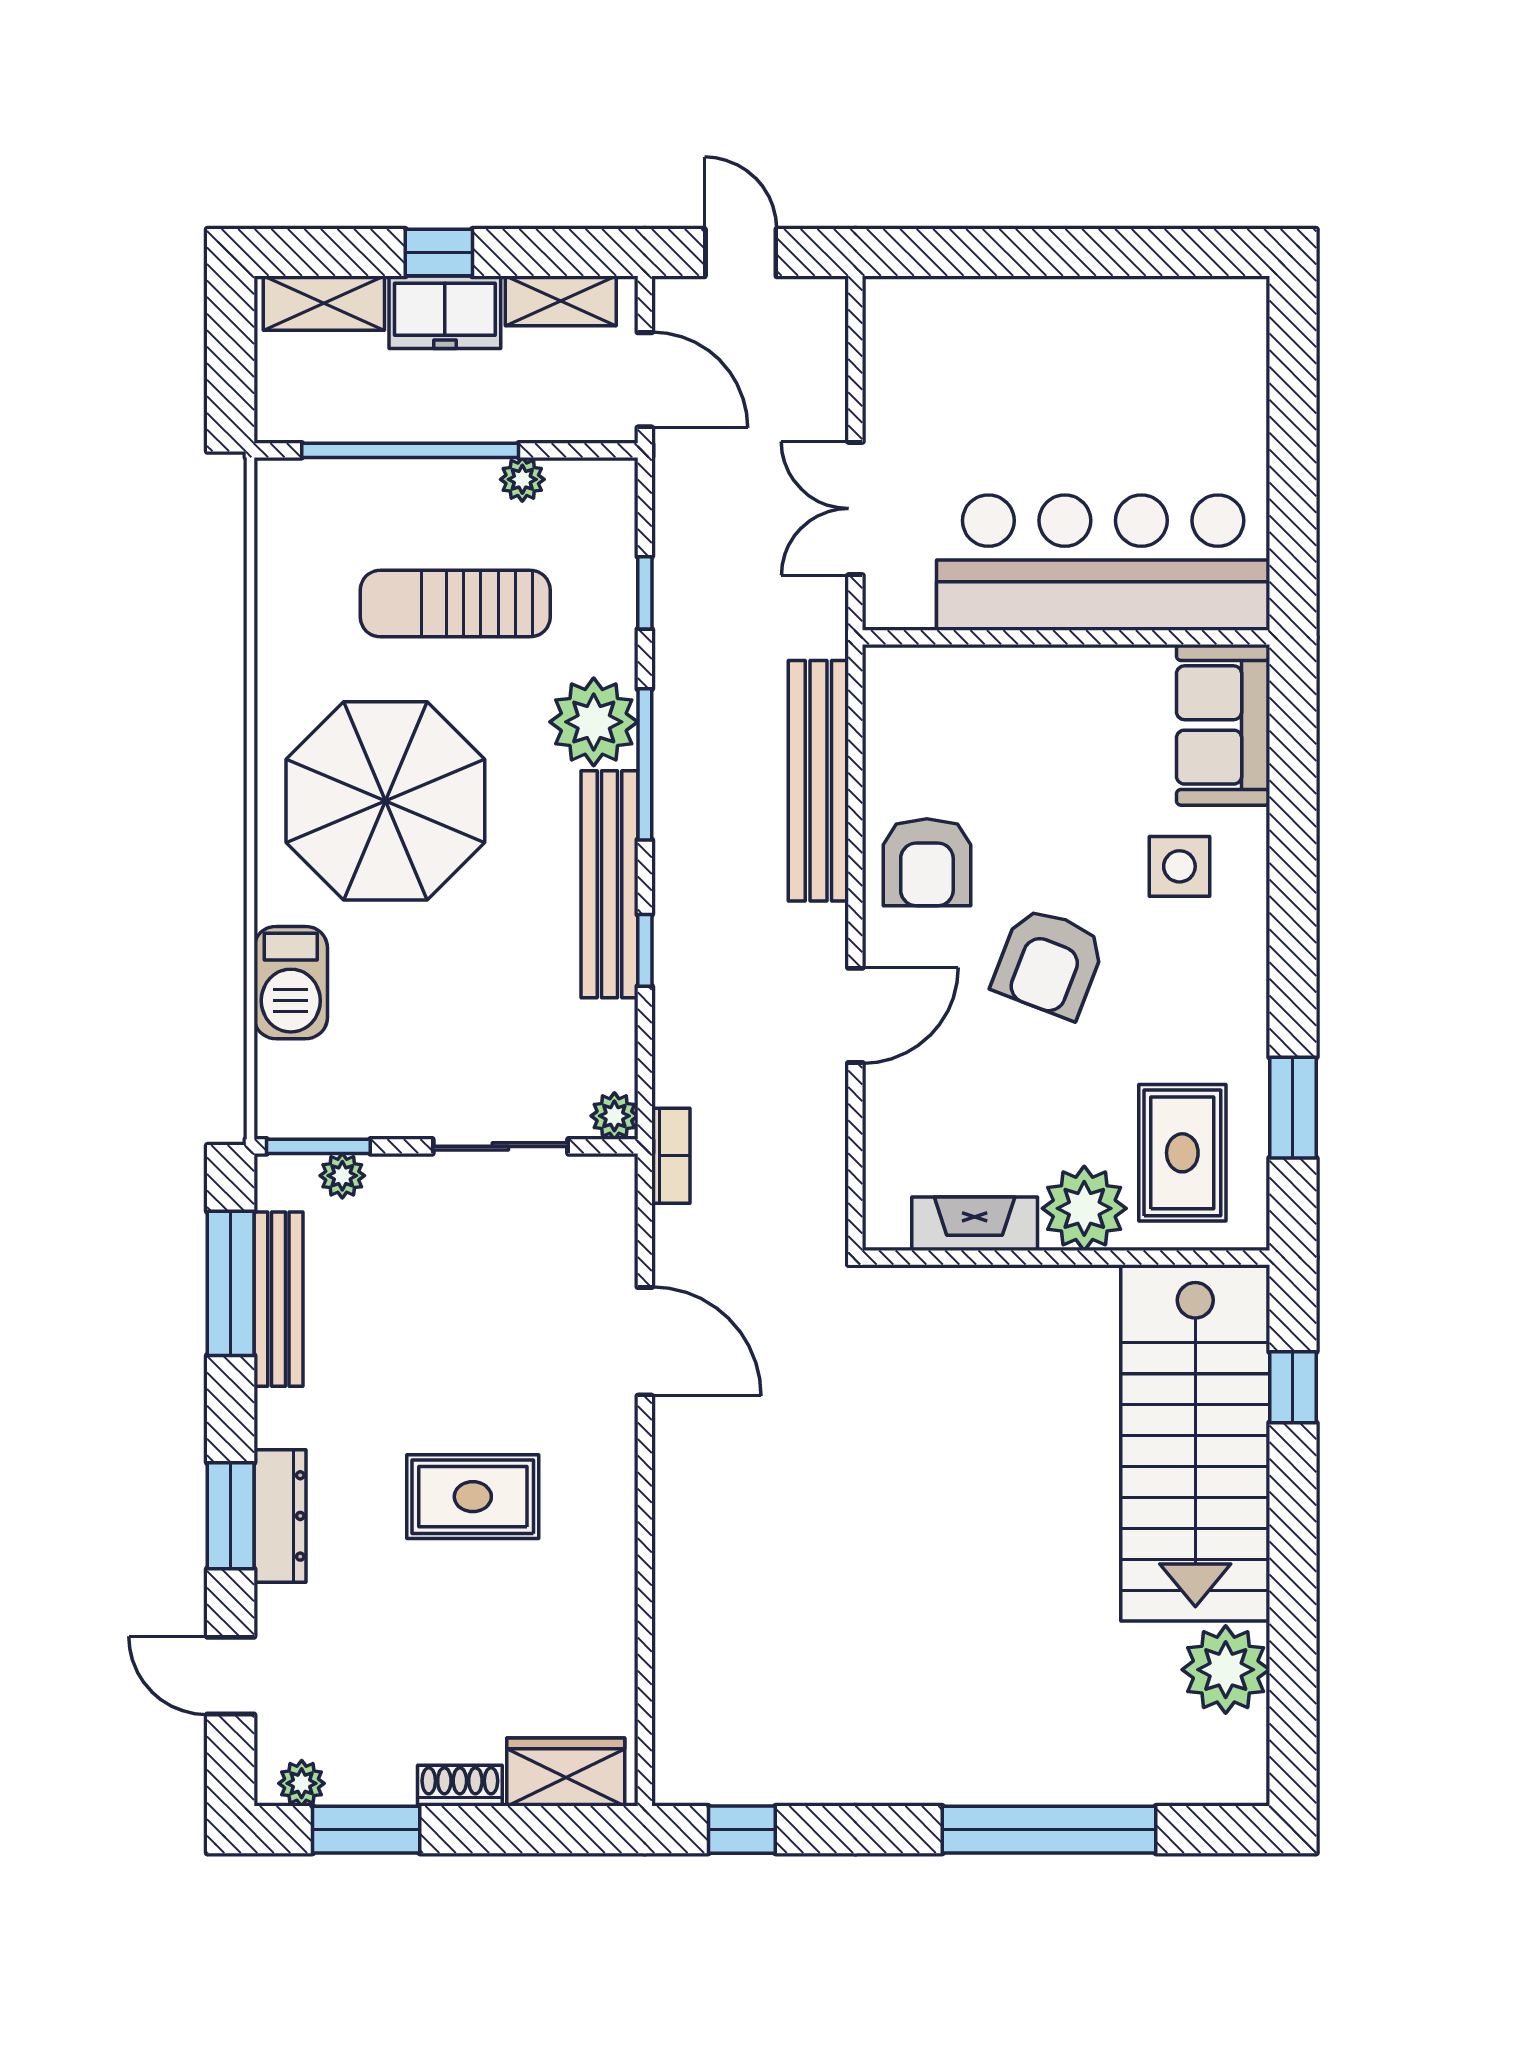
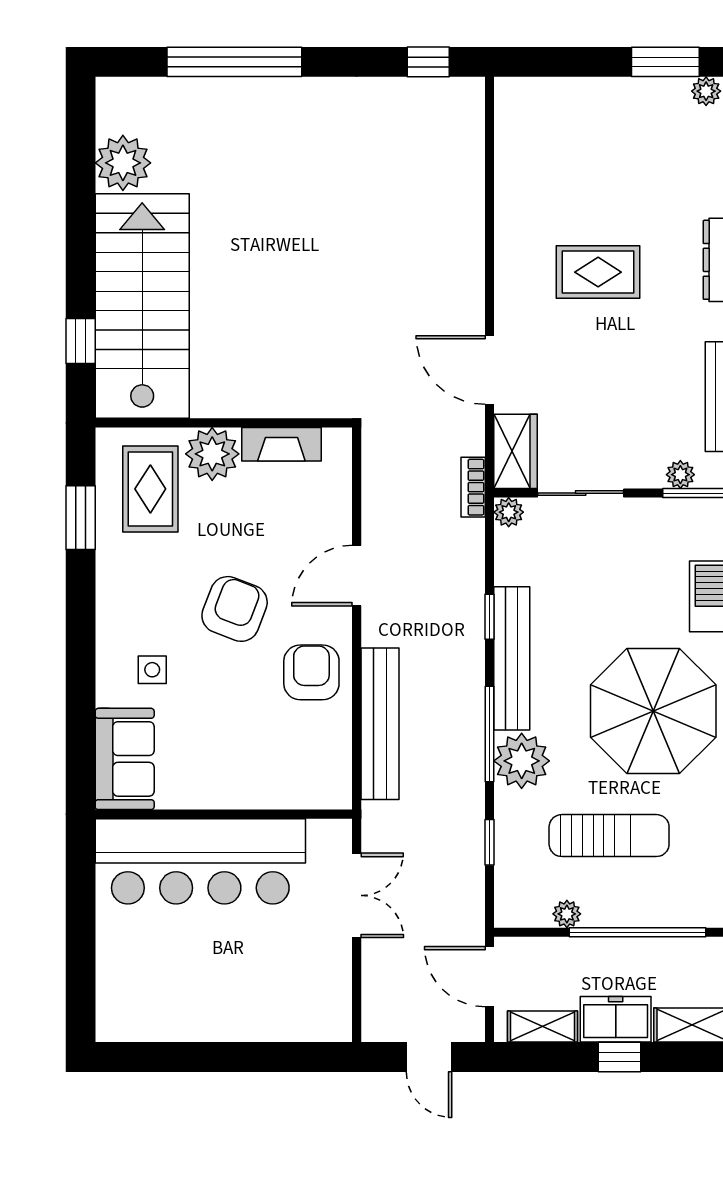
side table: (1179, 866) -> (152, 670), width x0.73, depth x0.73
wardrobe: (566, 1772) -> (515, 451), moved, turned -90
shoe rack: (460, 1786) -> (606, 90), removed

